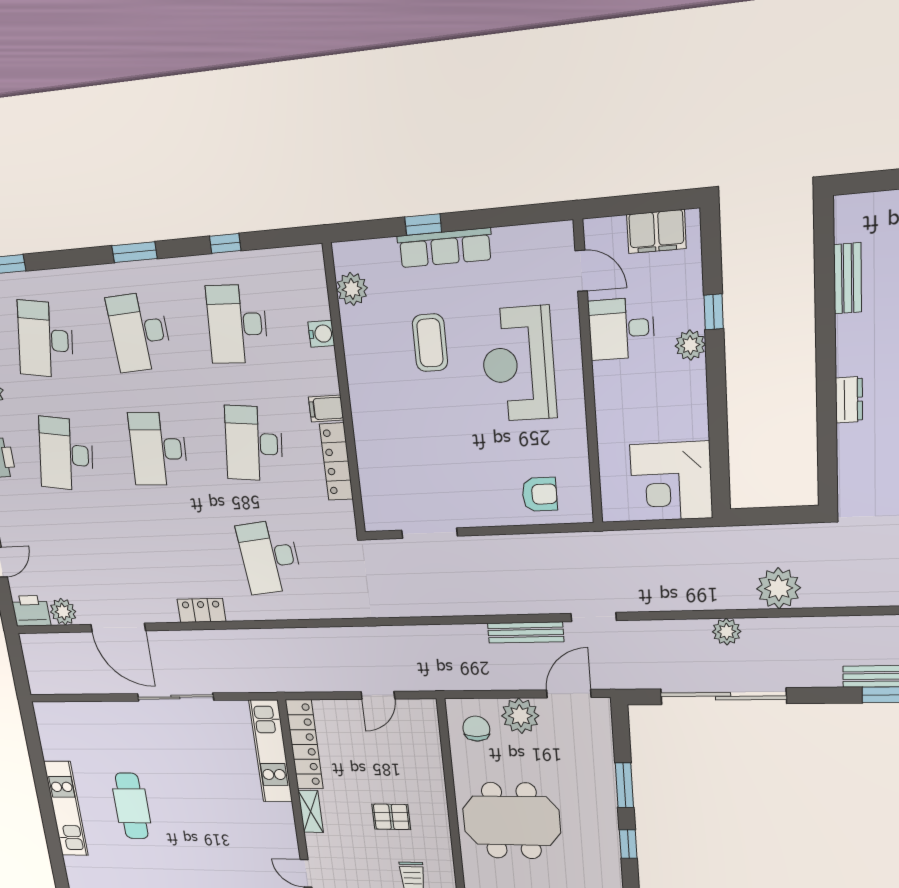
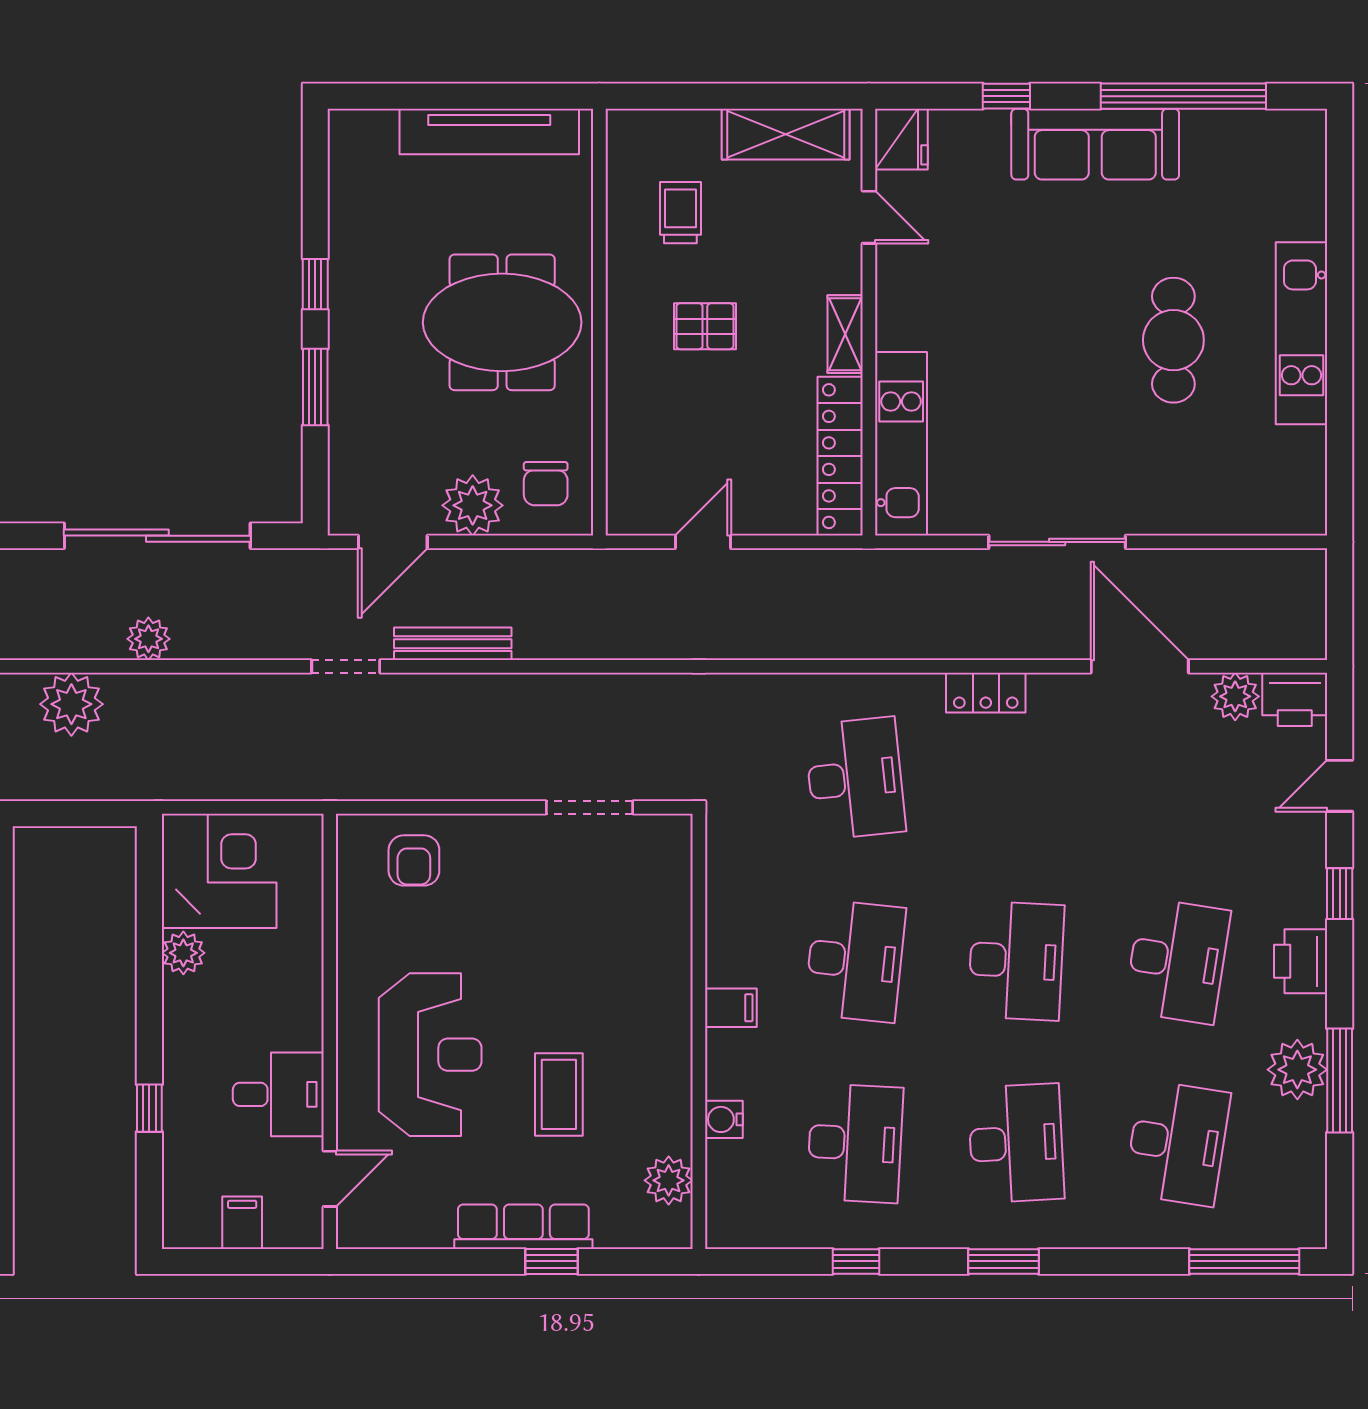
filing cabinet: (656, 232) -> (242, 1223), width x0.50
door: (581, 271) -> (330, 1179), swing flipped
plant: (690, 345) -> (183, 953), moved
locker: (336, 462) -> (725, 926), removed
armchair: (540, 494) -> (414, 860), turned -90

